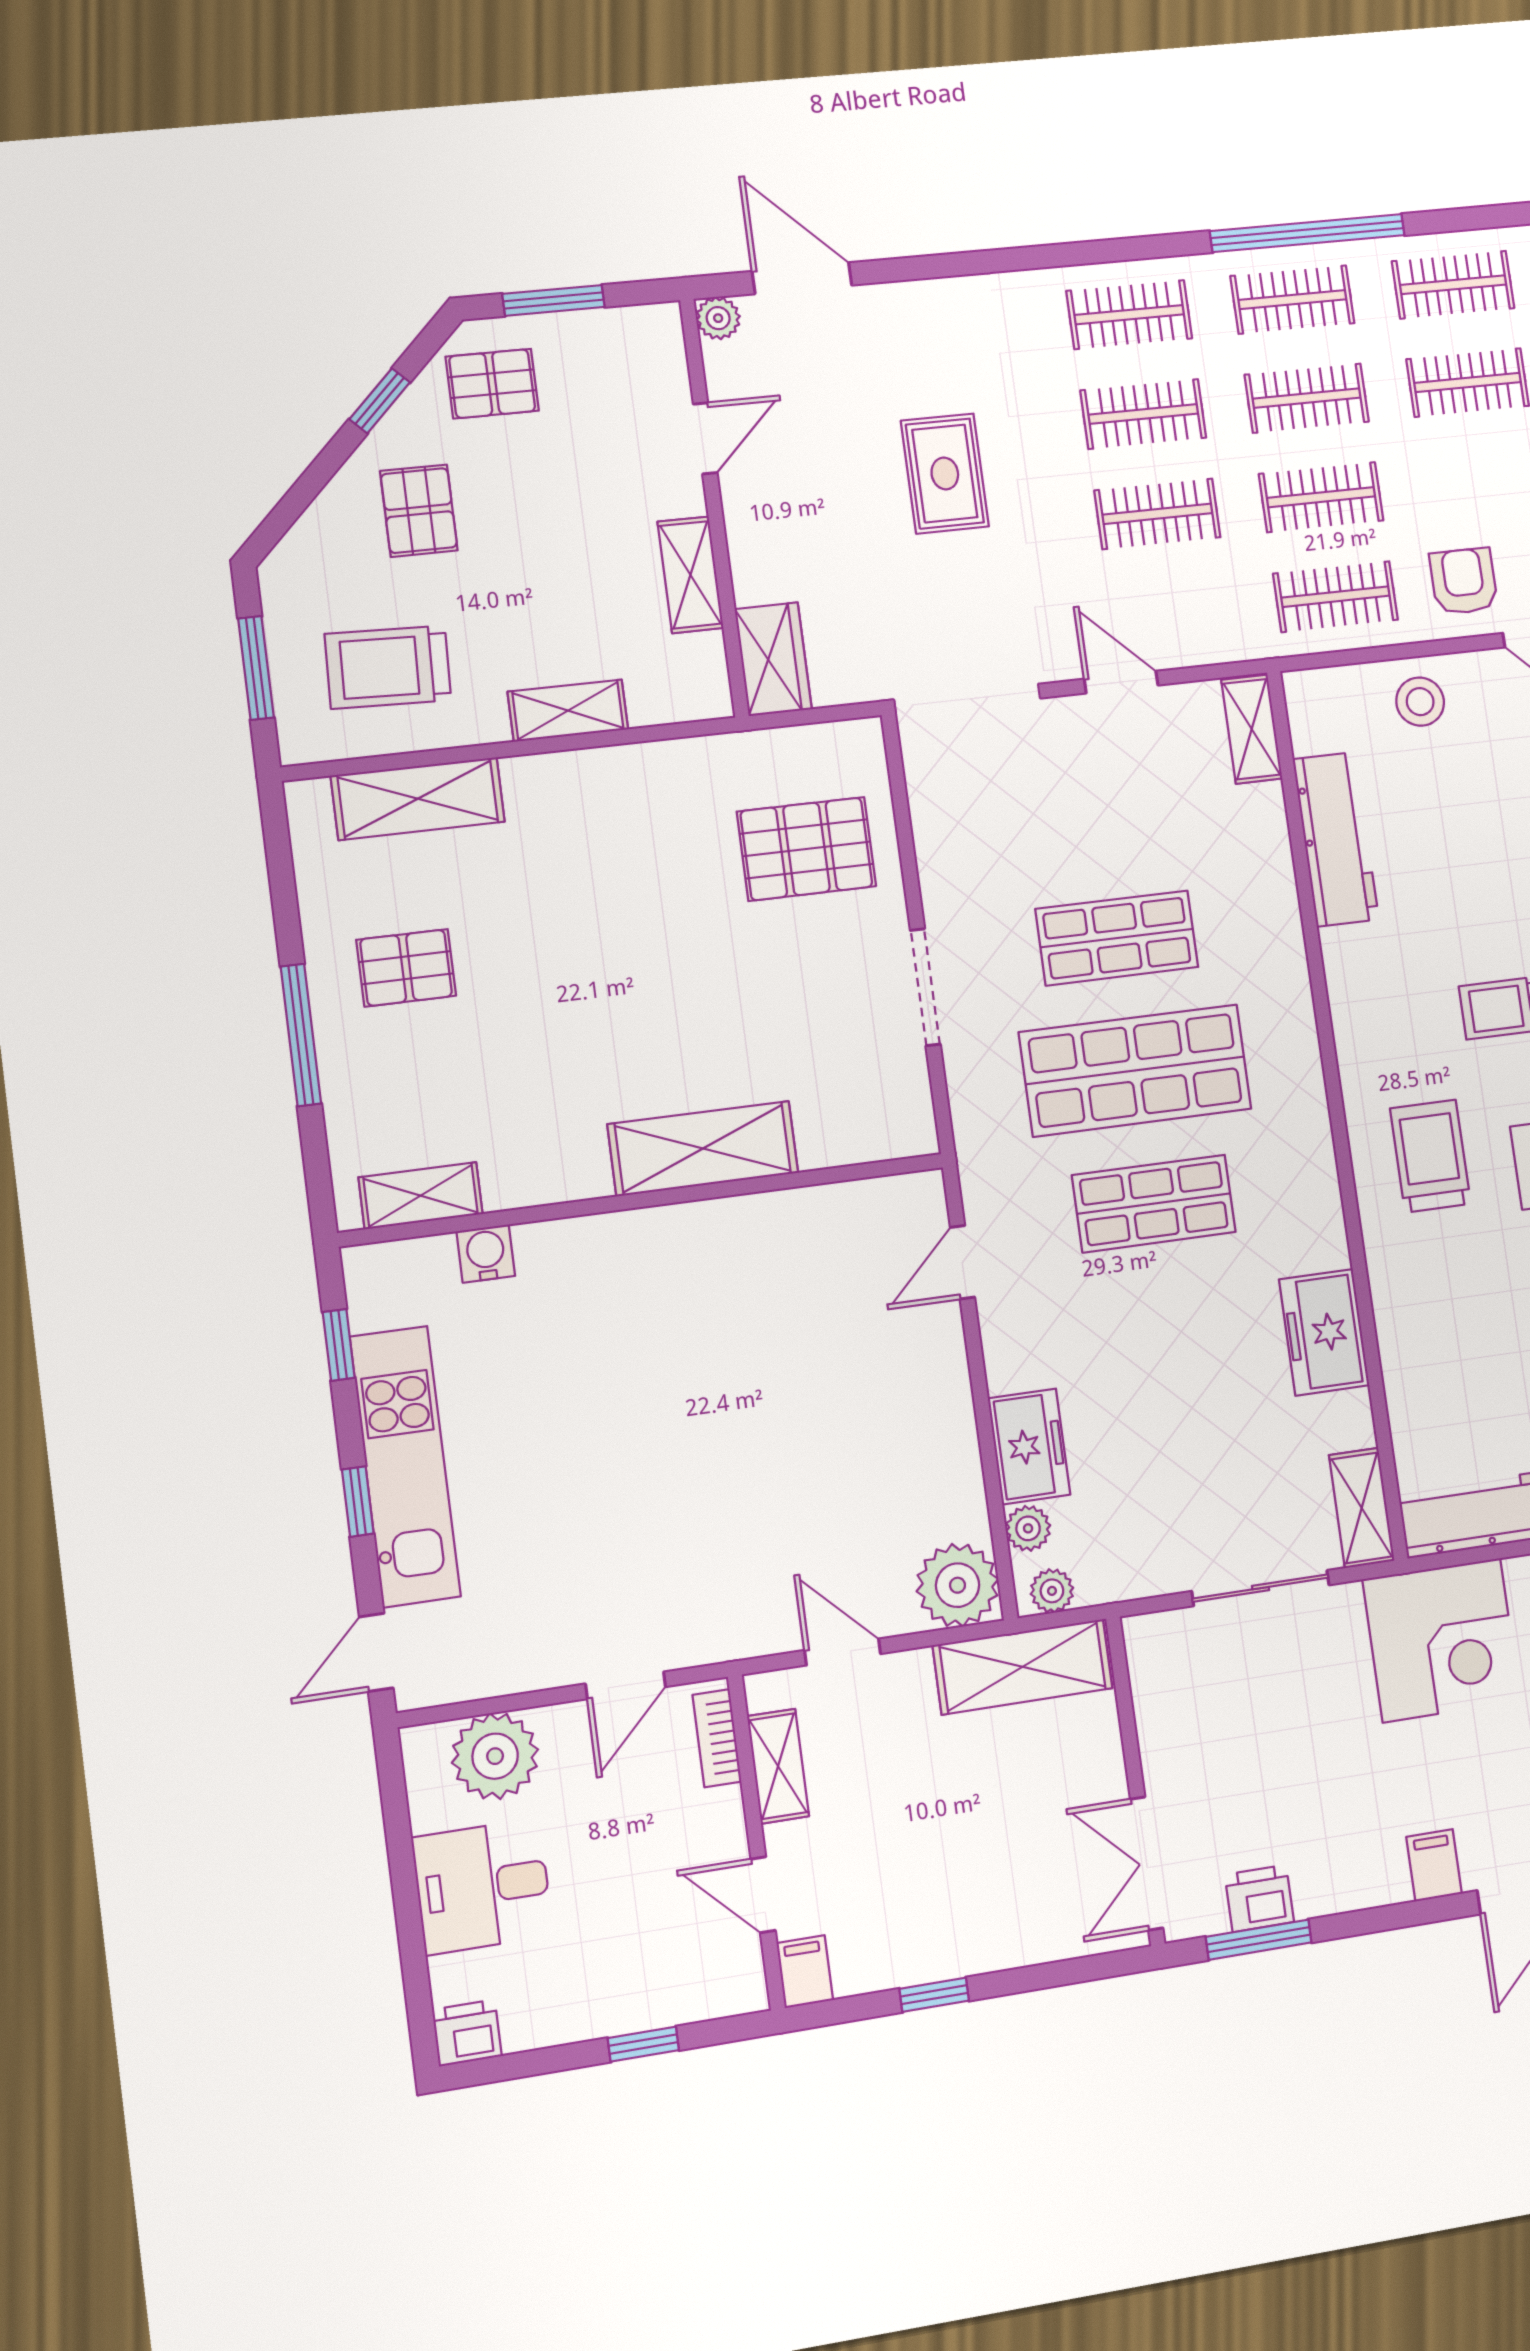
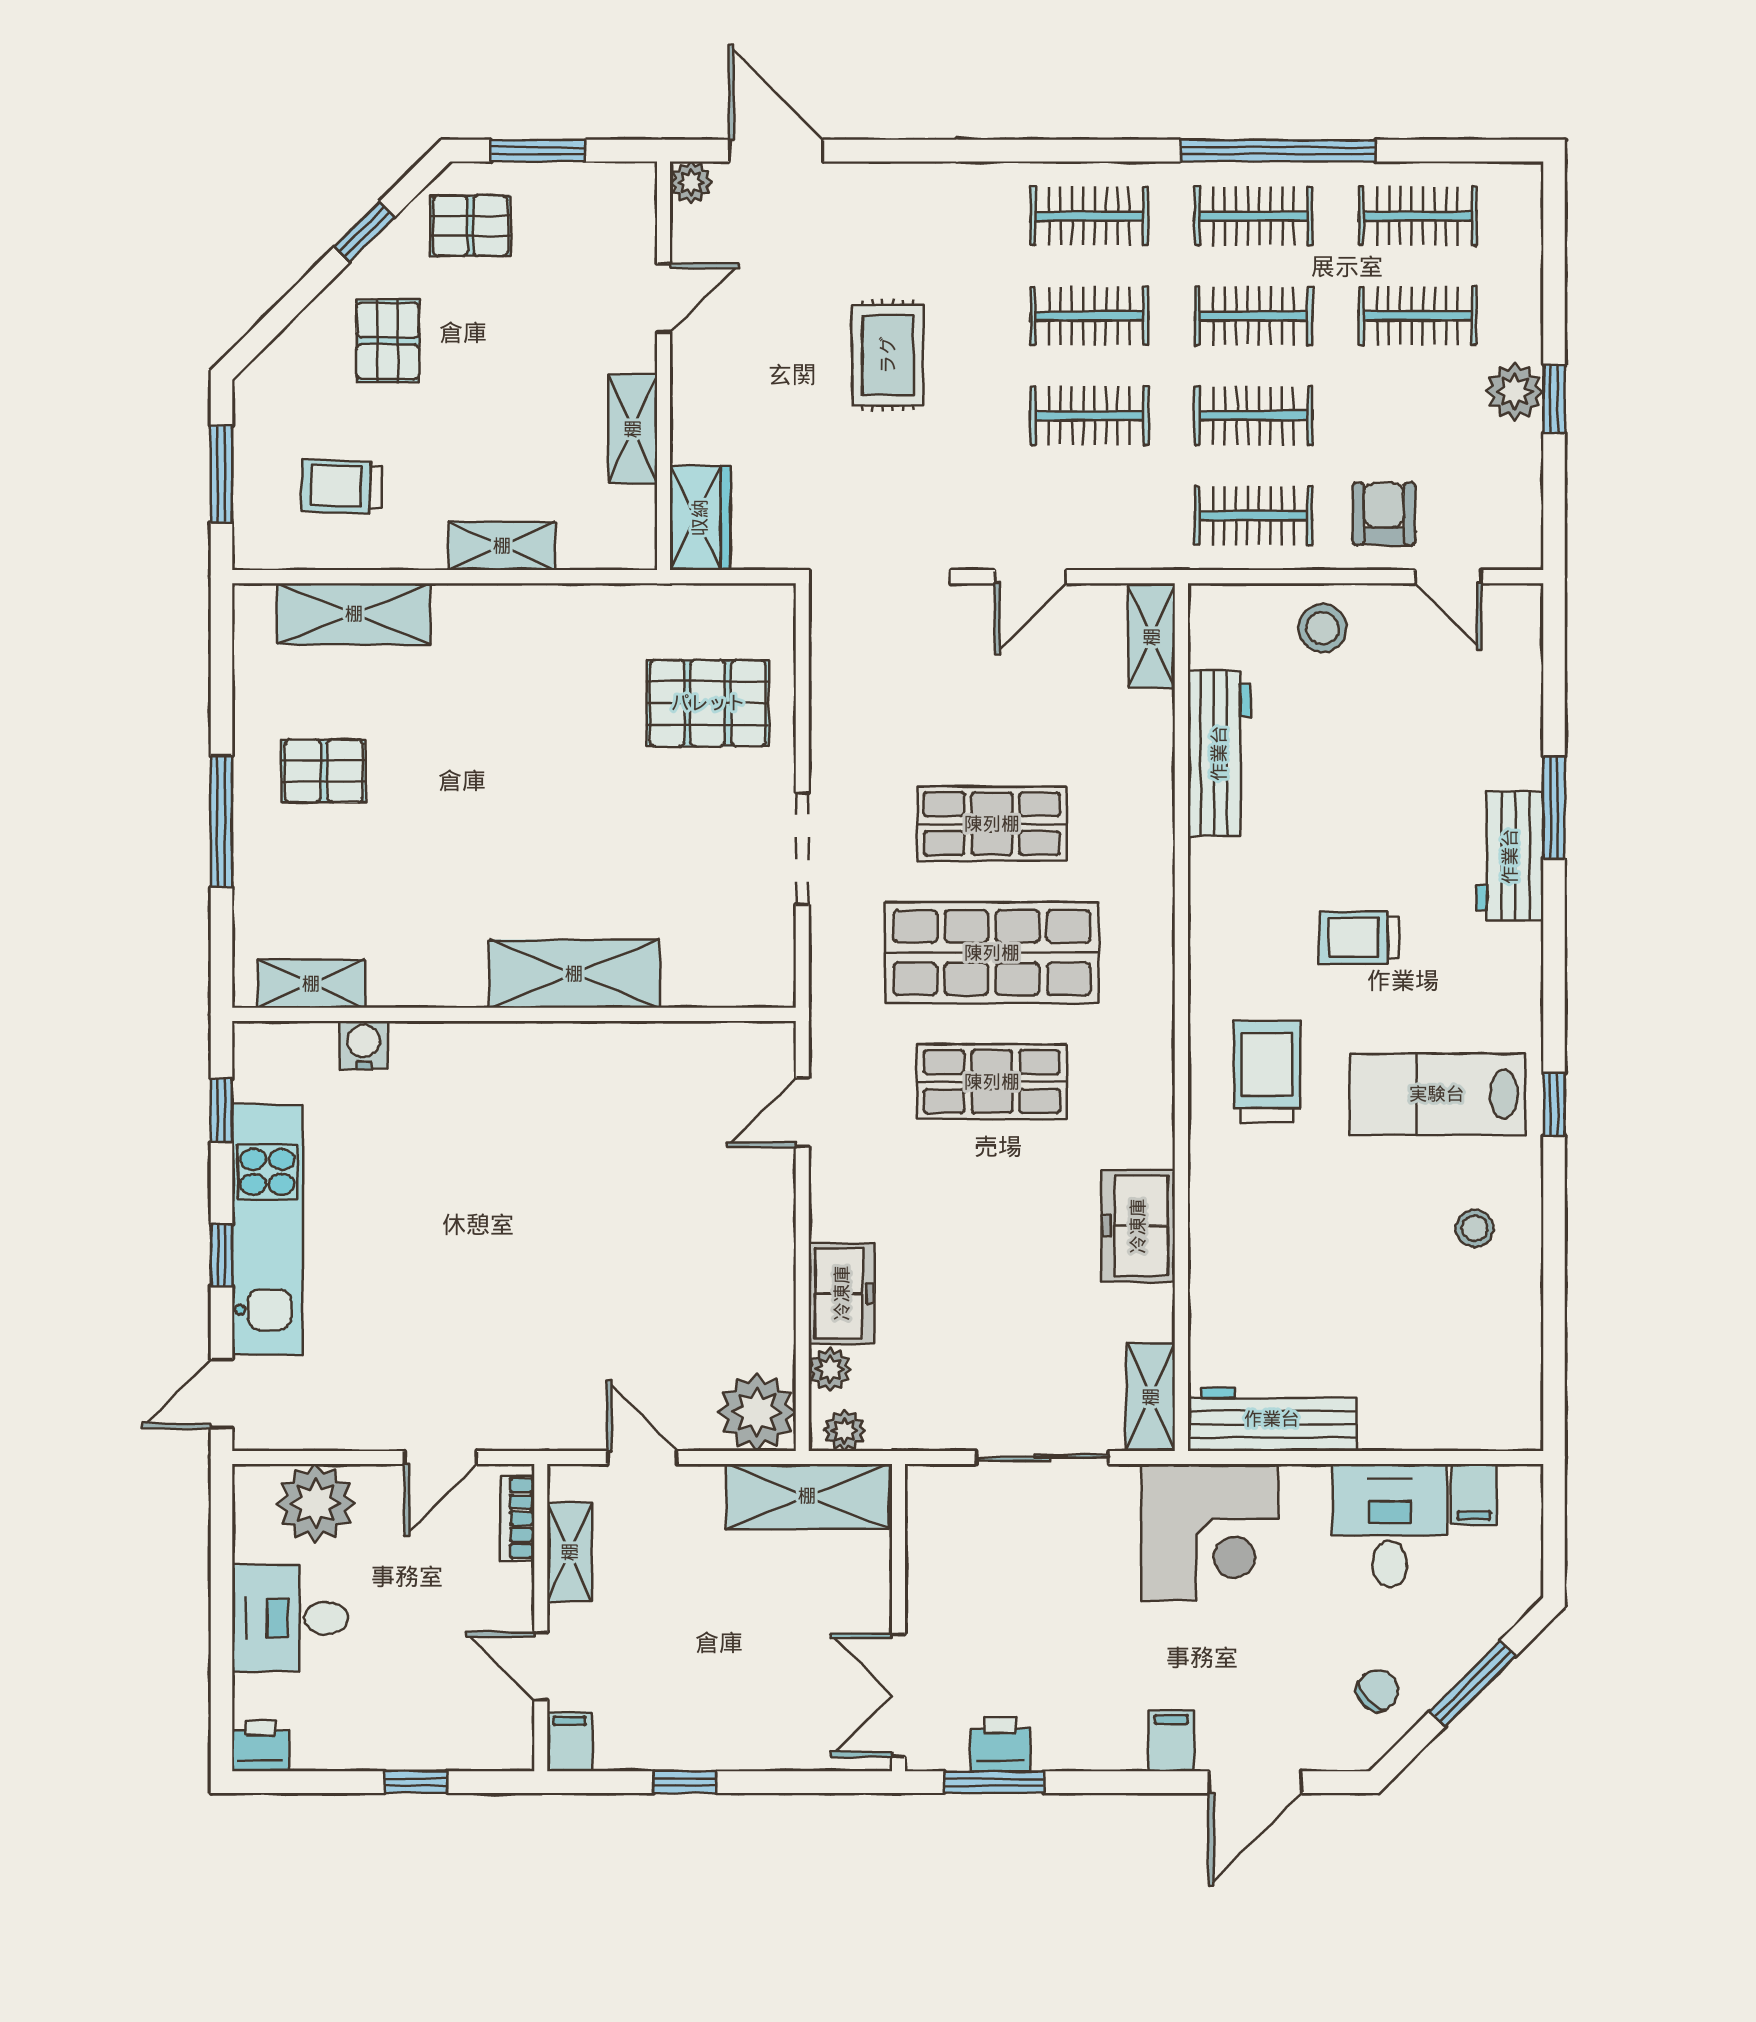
trolley: (388, 667) -> (341, 487), width x0.73, depth x0.72
door: (1121, 682) -> (1031, 577), swing flipped

